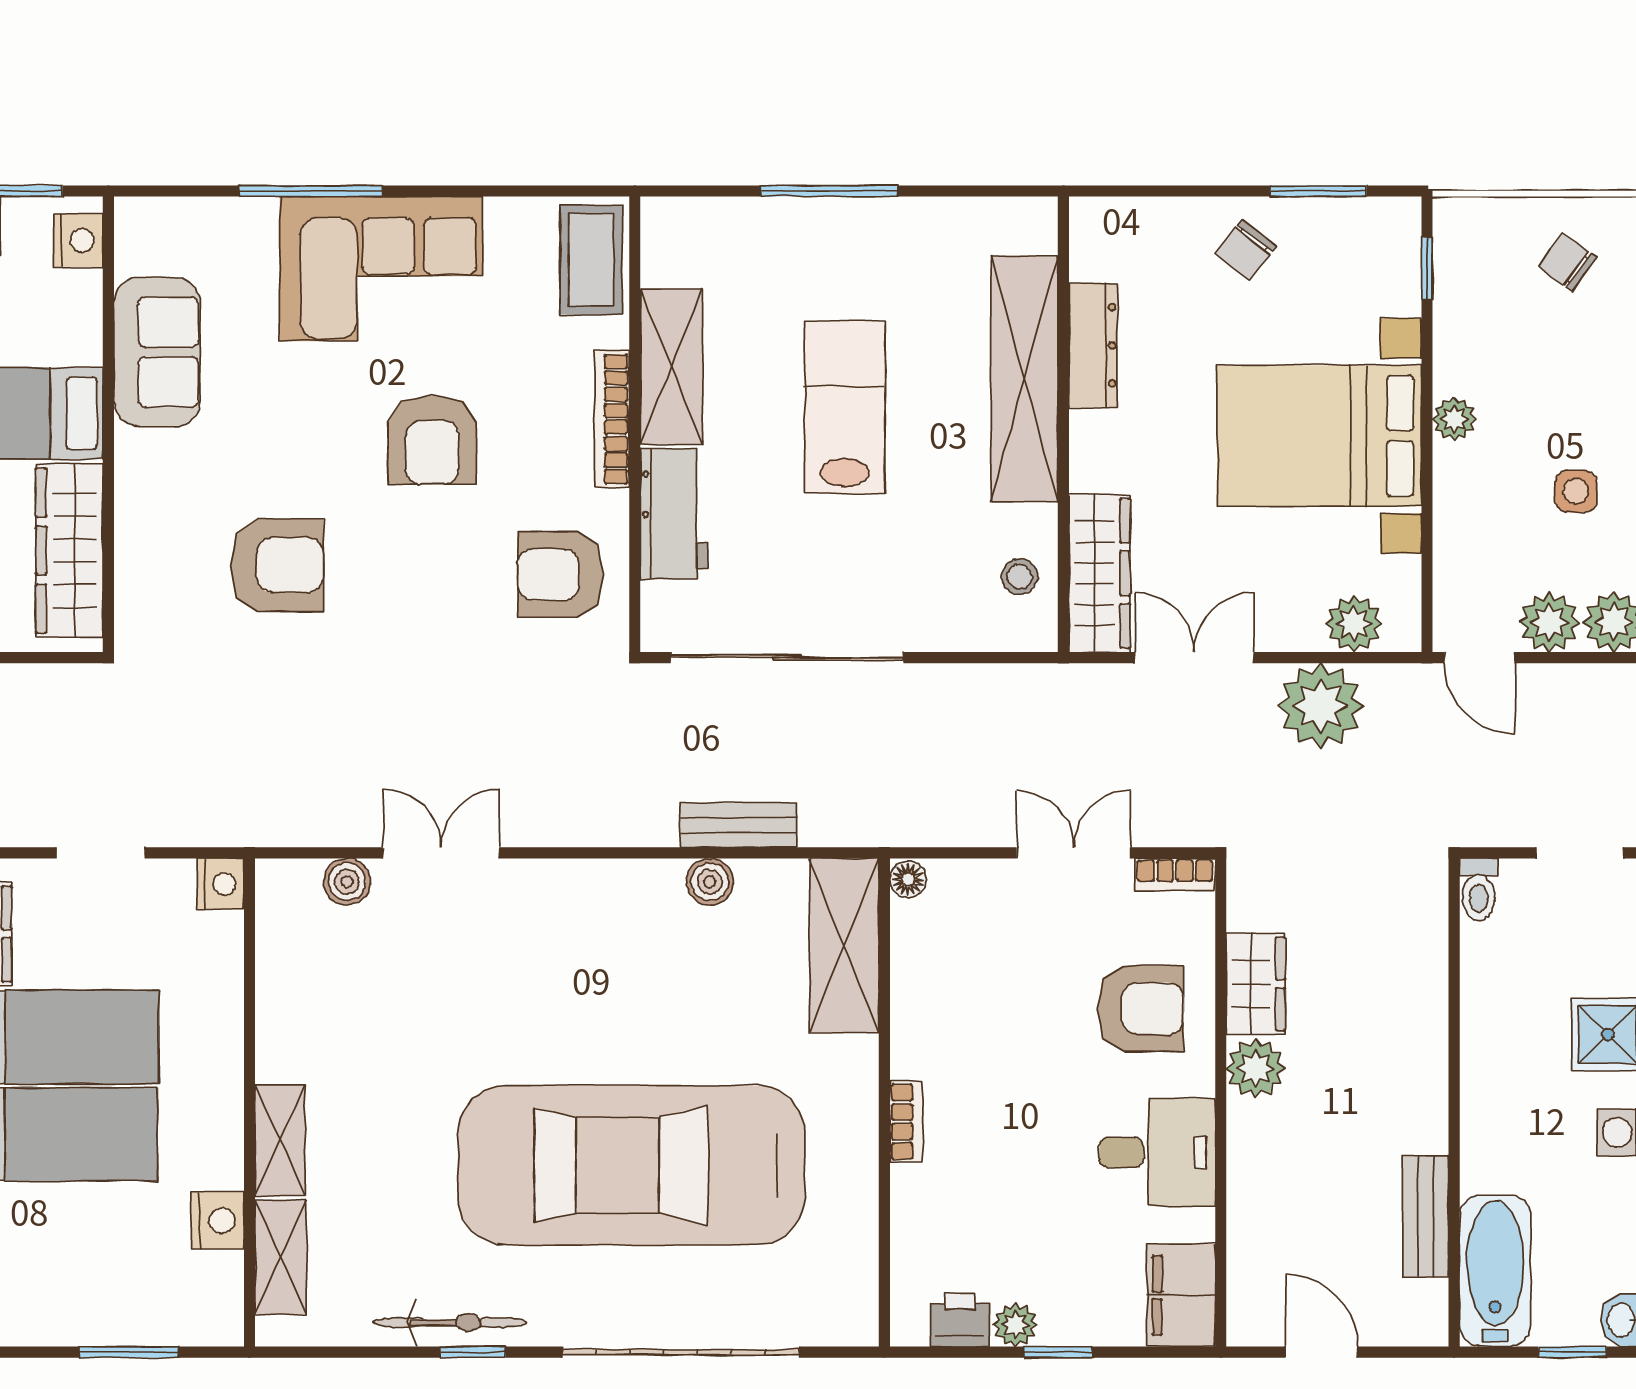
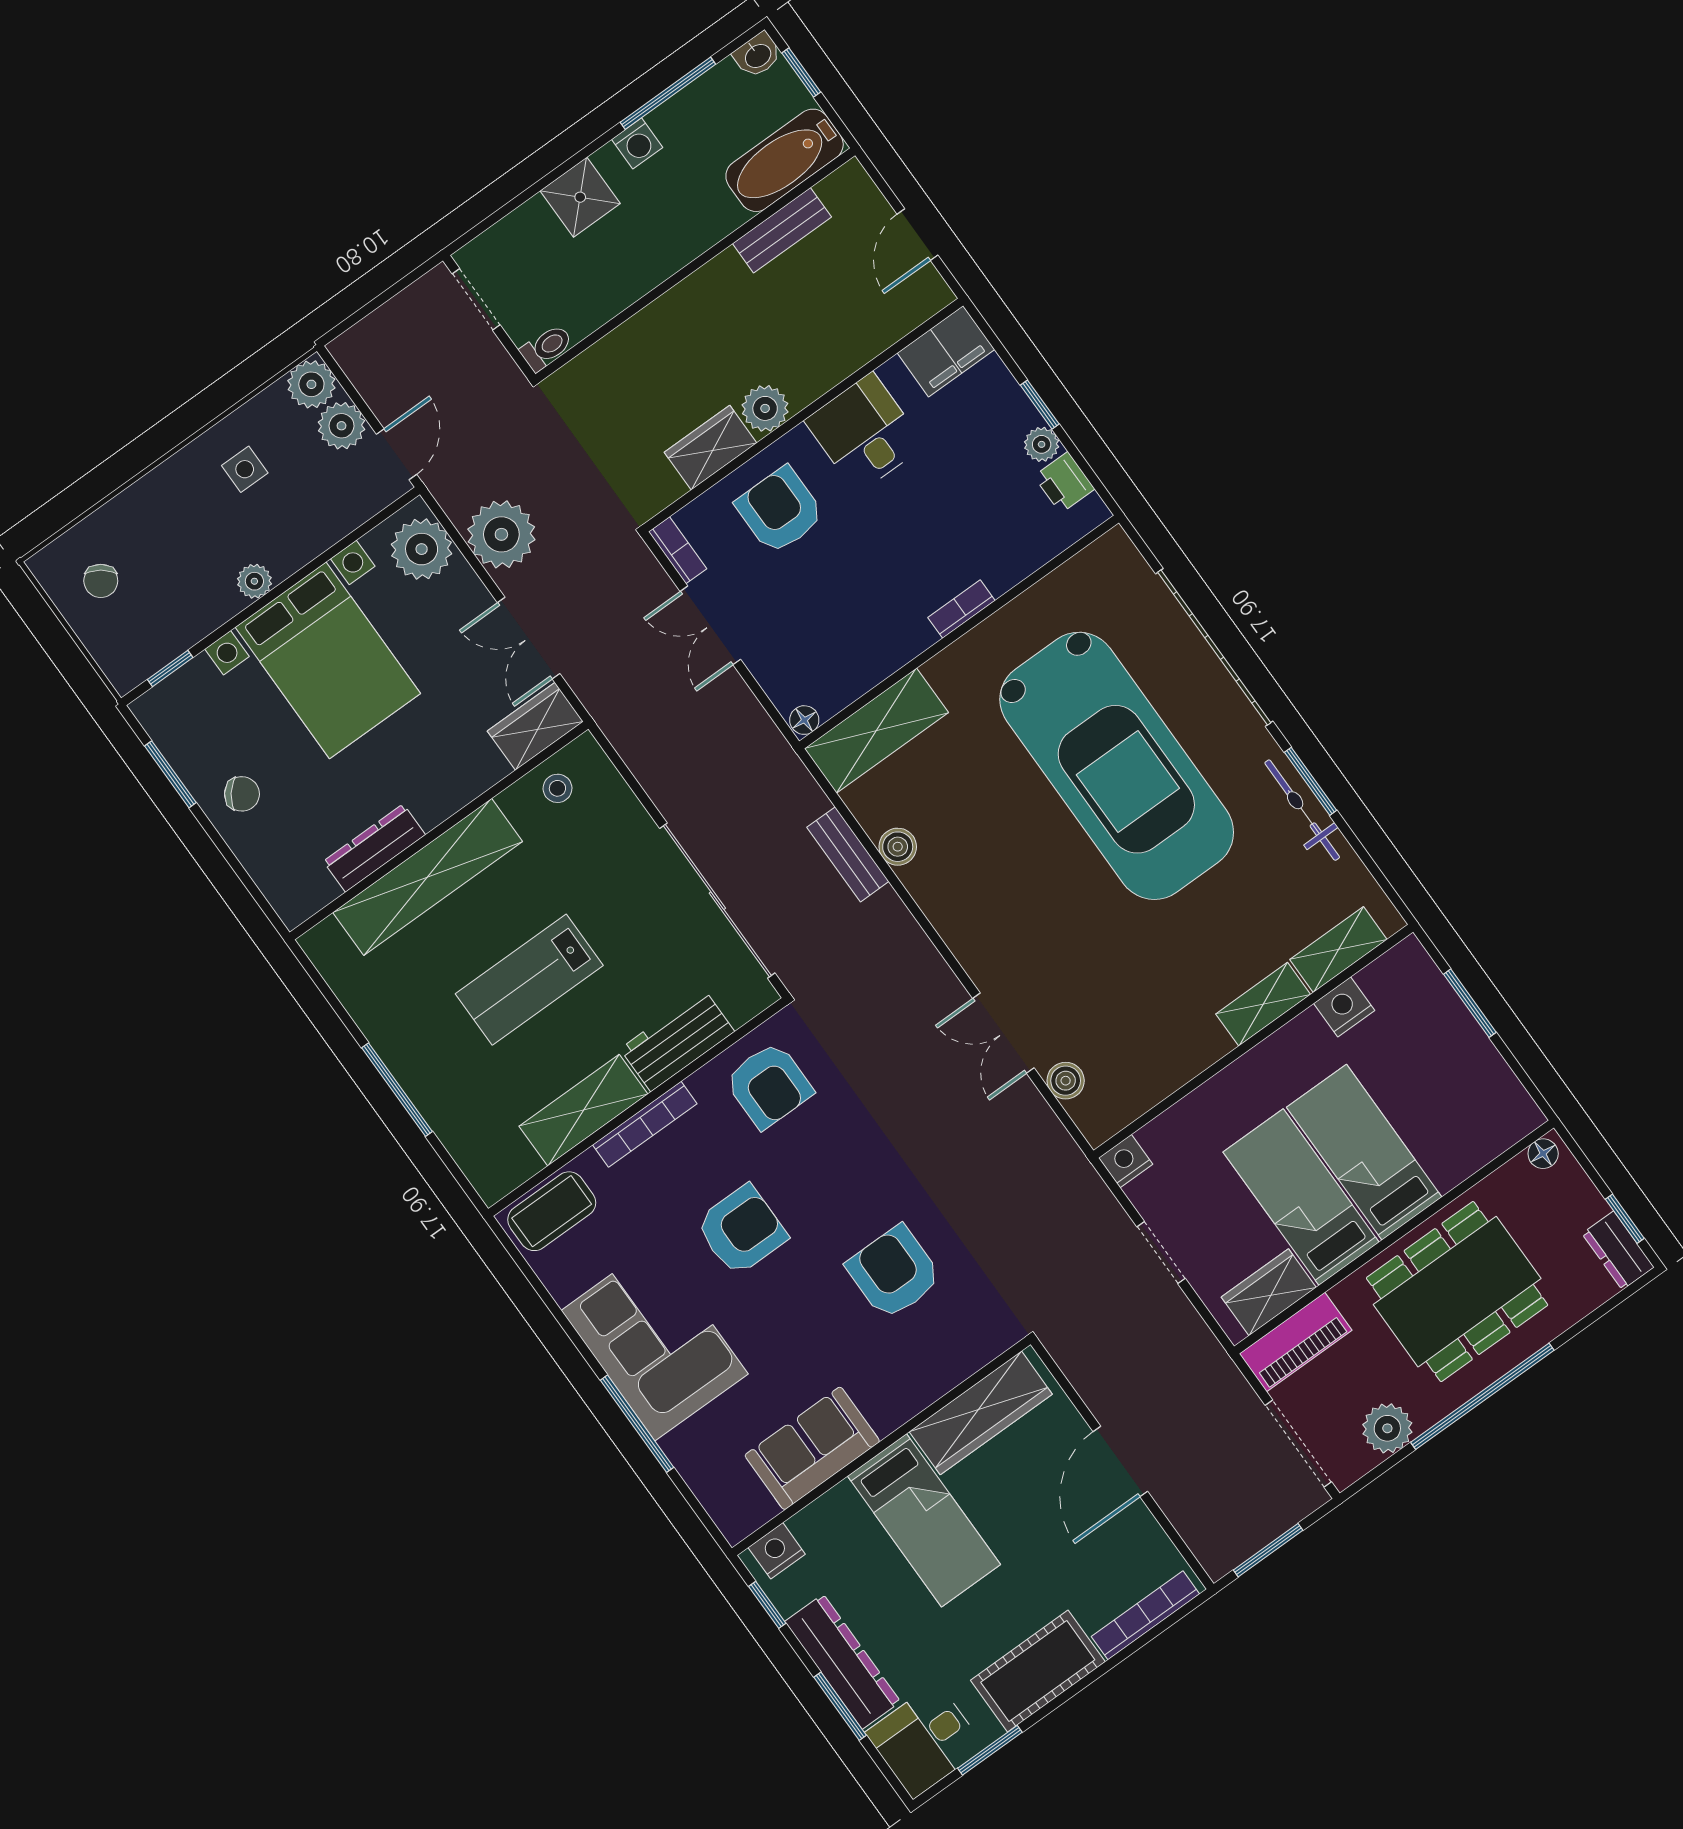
wardrobe: (1099, 573) -> (535, 726), width x0.67
plant: (1354, 624) -> (422, 549), width x1.36, depth x1.36
window: (473, 1352) -> (1310, 781), width x1.50

